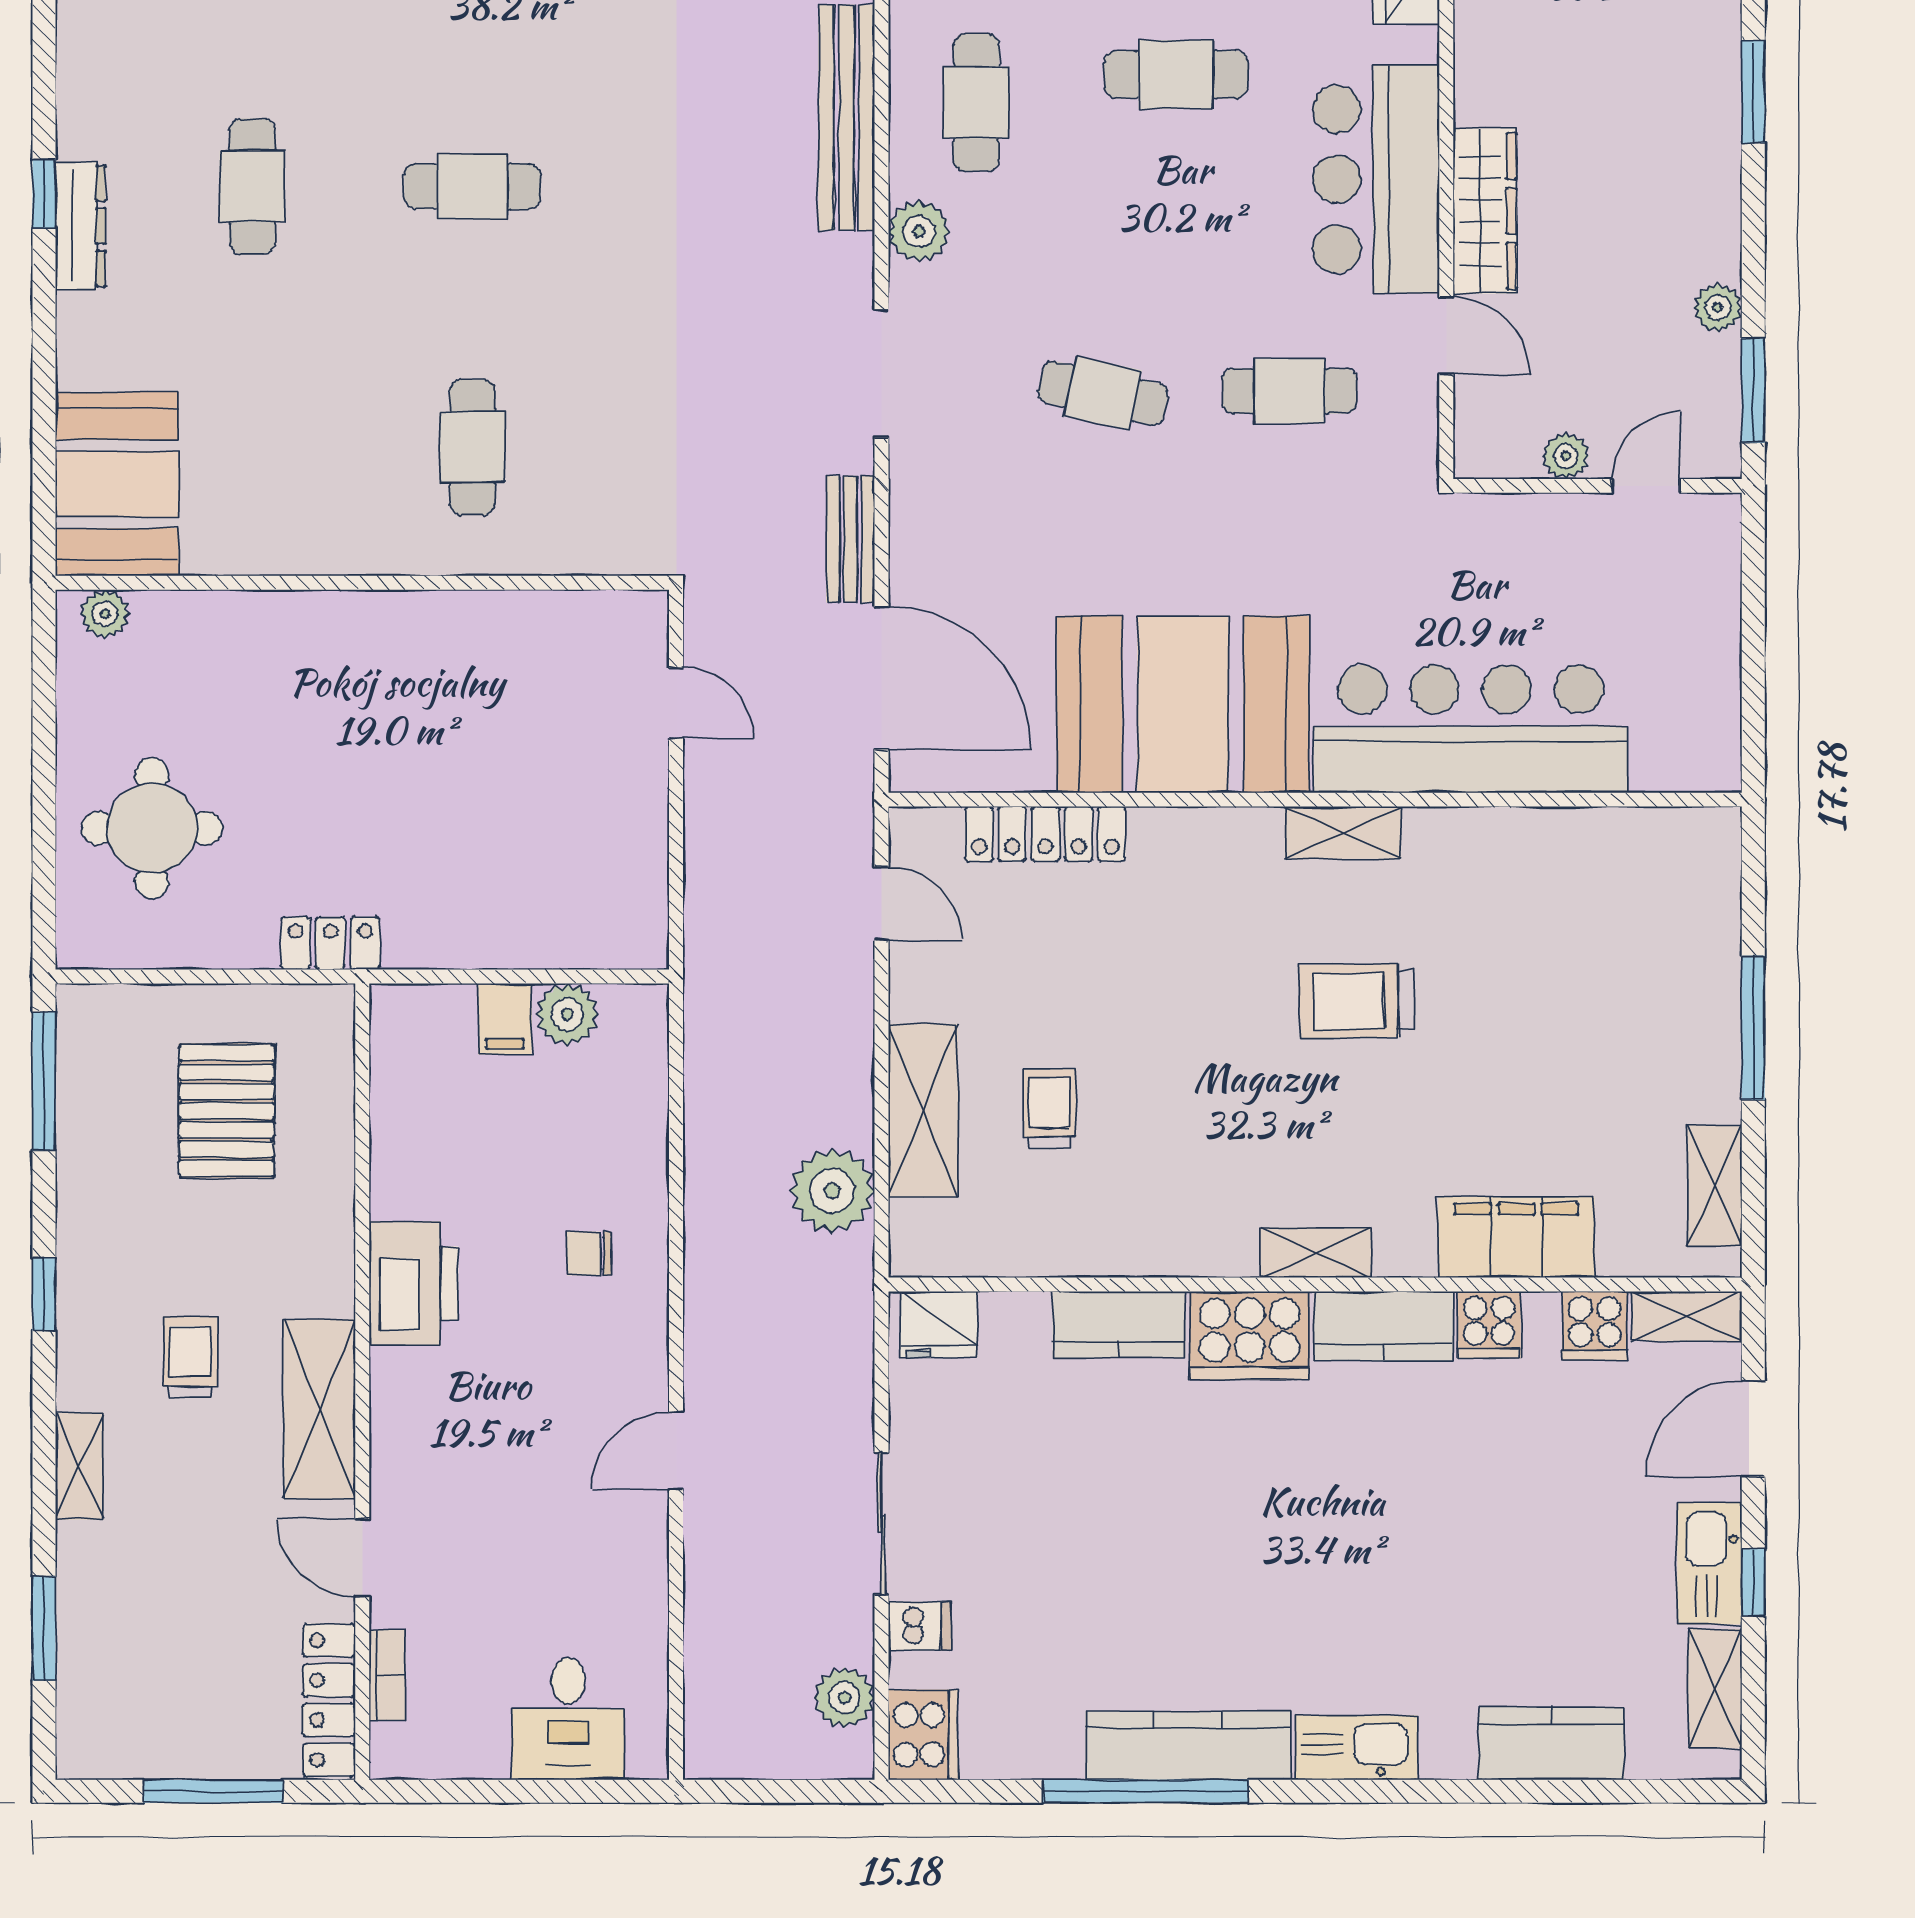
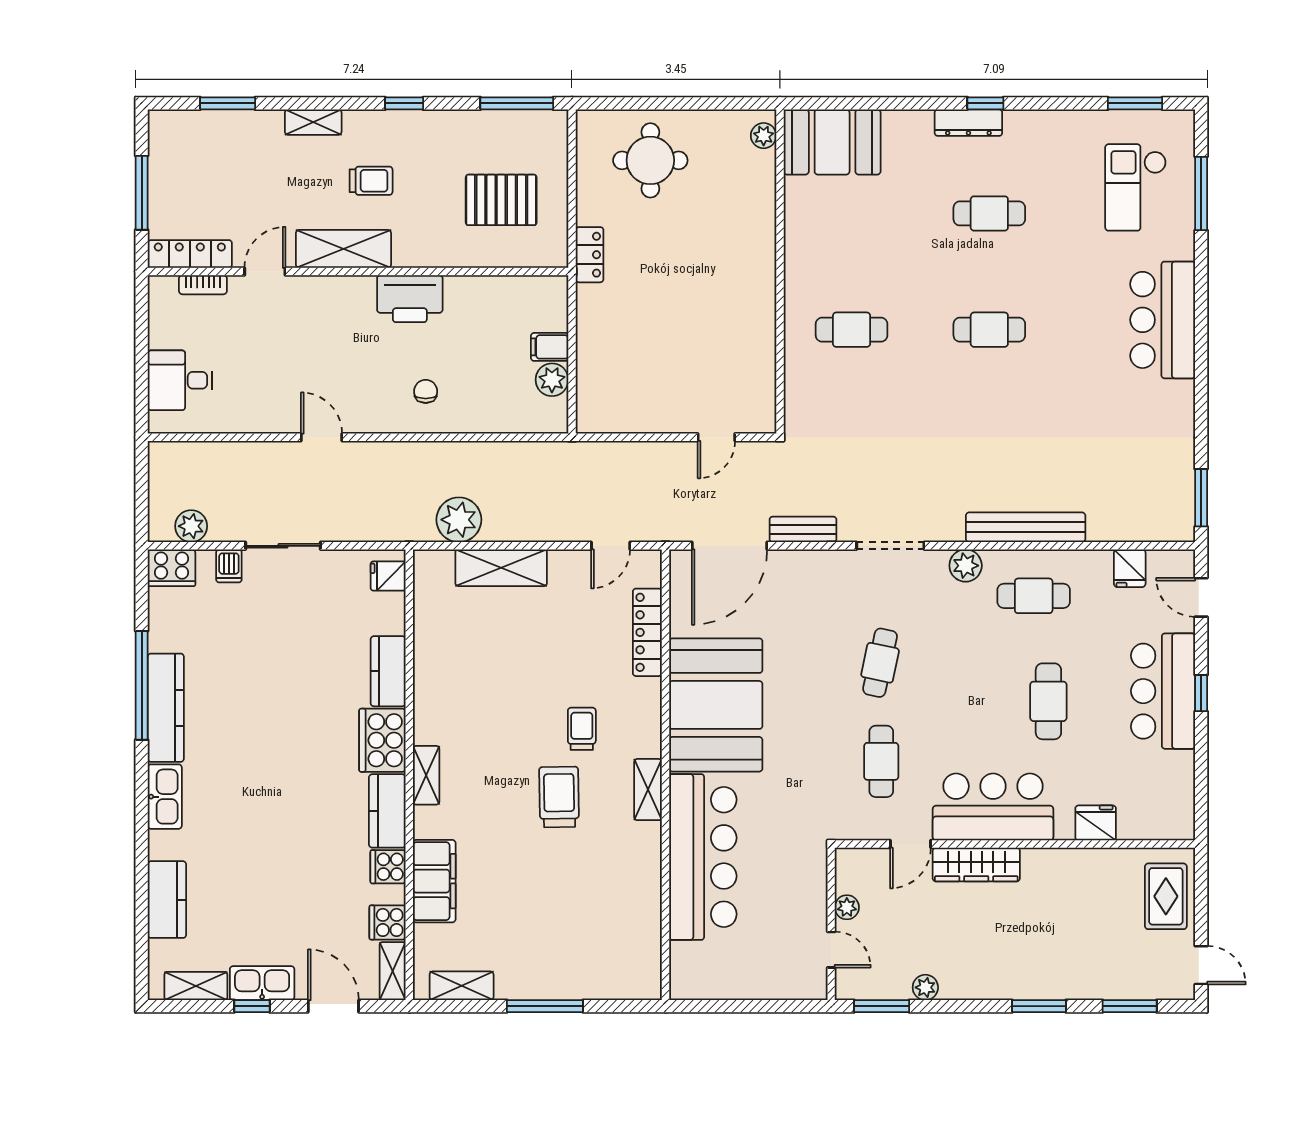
cafe table: (472, 186) -> (989, 330), turned 90
trolley: (1050, 1108) -> (582, 729), moved, turned -90
fridge: (939, 1325) -> (388, 576), width x0.72

